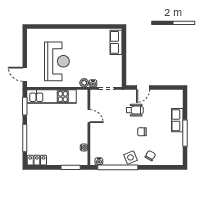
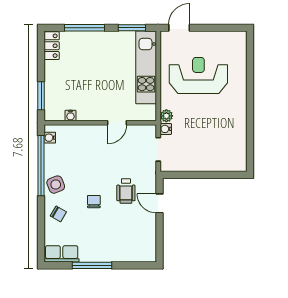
row of seats: (116, 42) -> (226, 163), removed
reception desk: (57, 61) -> (198, 76), turned 180
row of seats: (177, 120) -> (62, 254), moved

